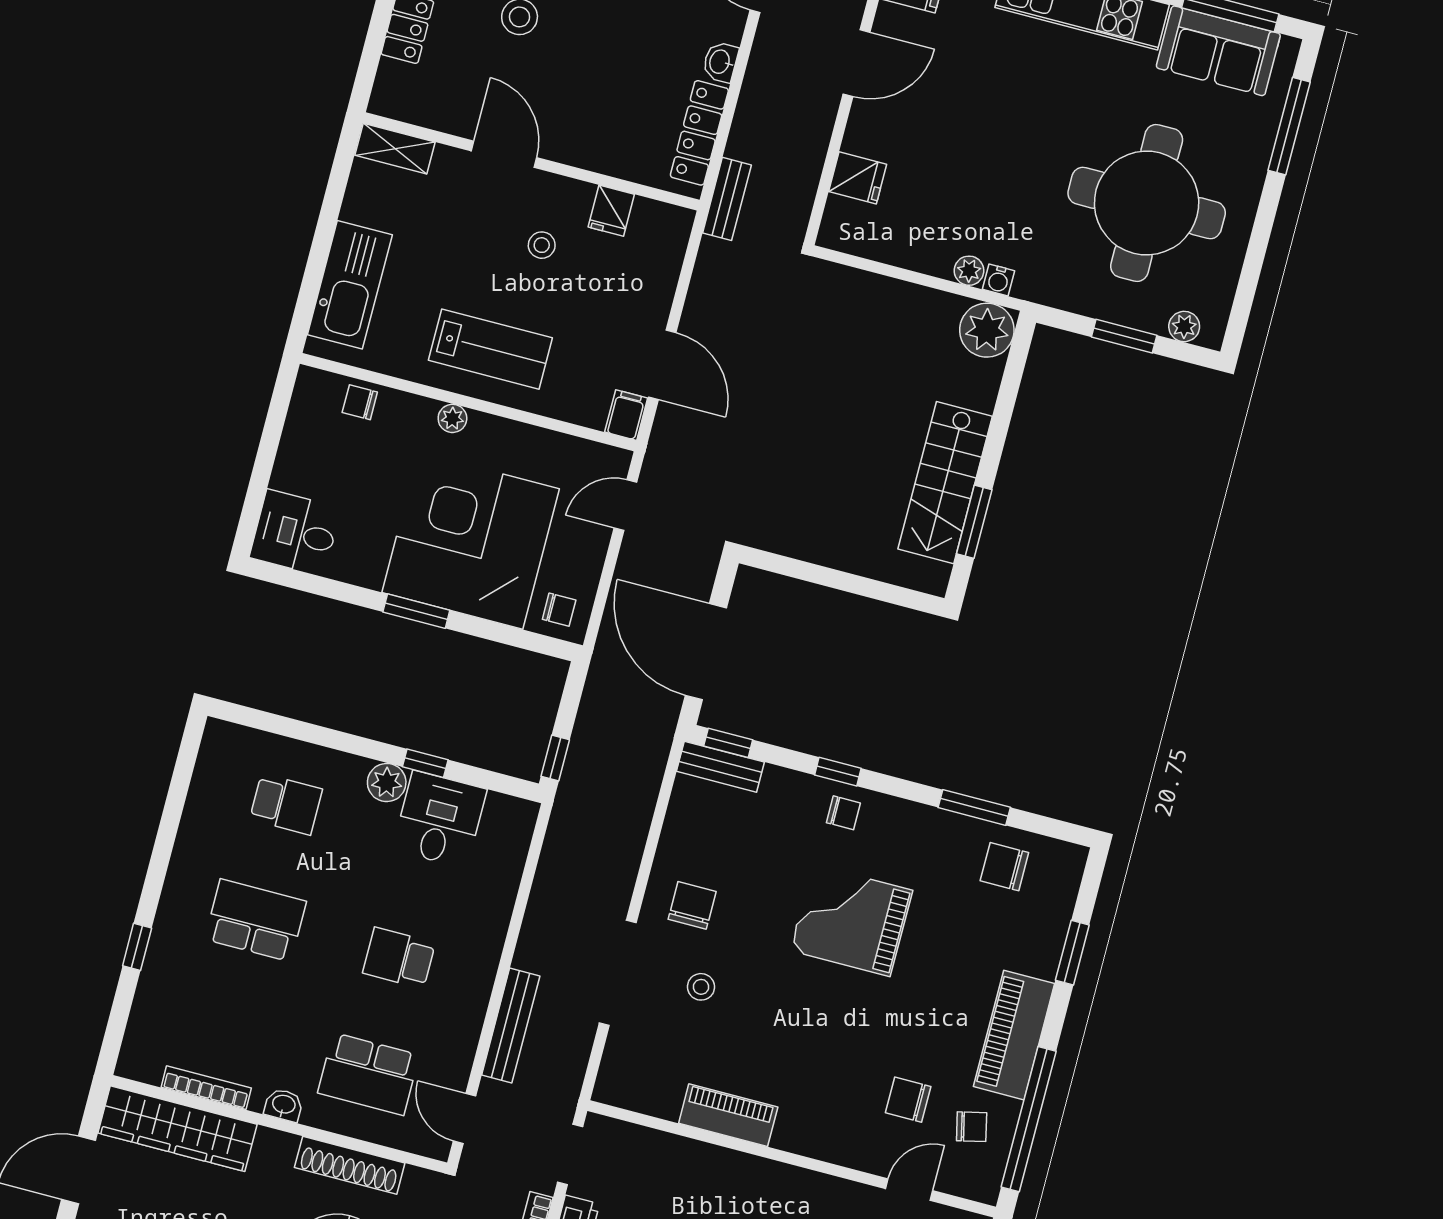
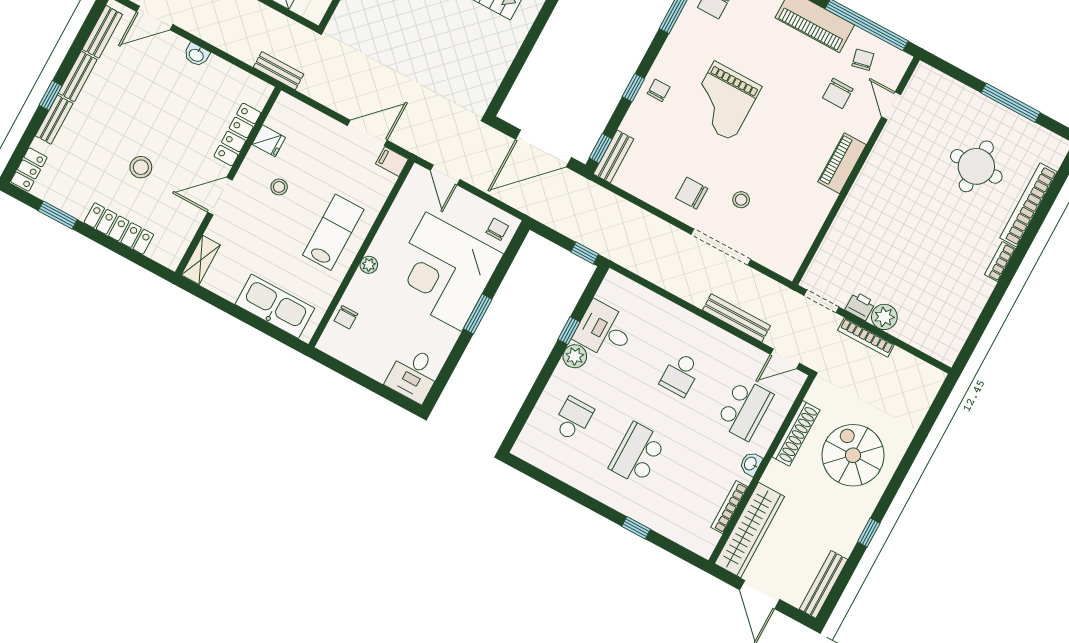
locker: (699, 133) -> (237, 135), moved, turned 90
piano: (728, 1115) -> (842, 163), moved

